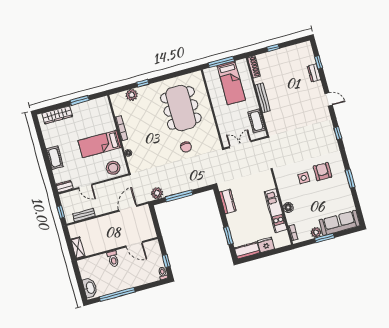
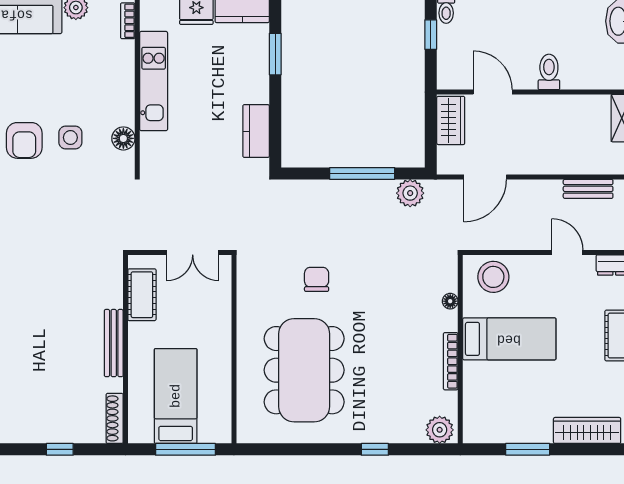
plant: (132, 95) -> (440, 430), moved
floor lamp: (288, 207) -> (123, 138), moved
wardrobe: (148, 228) -> (451, 120), added

